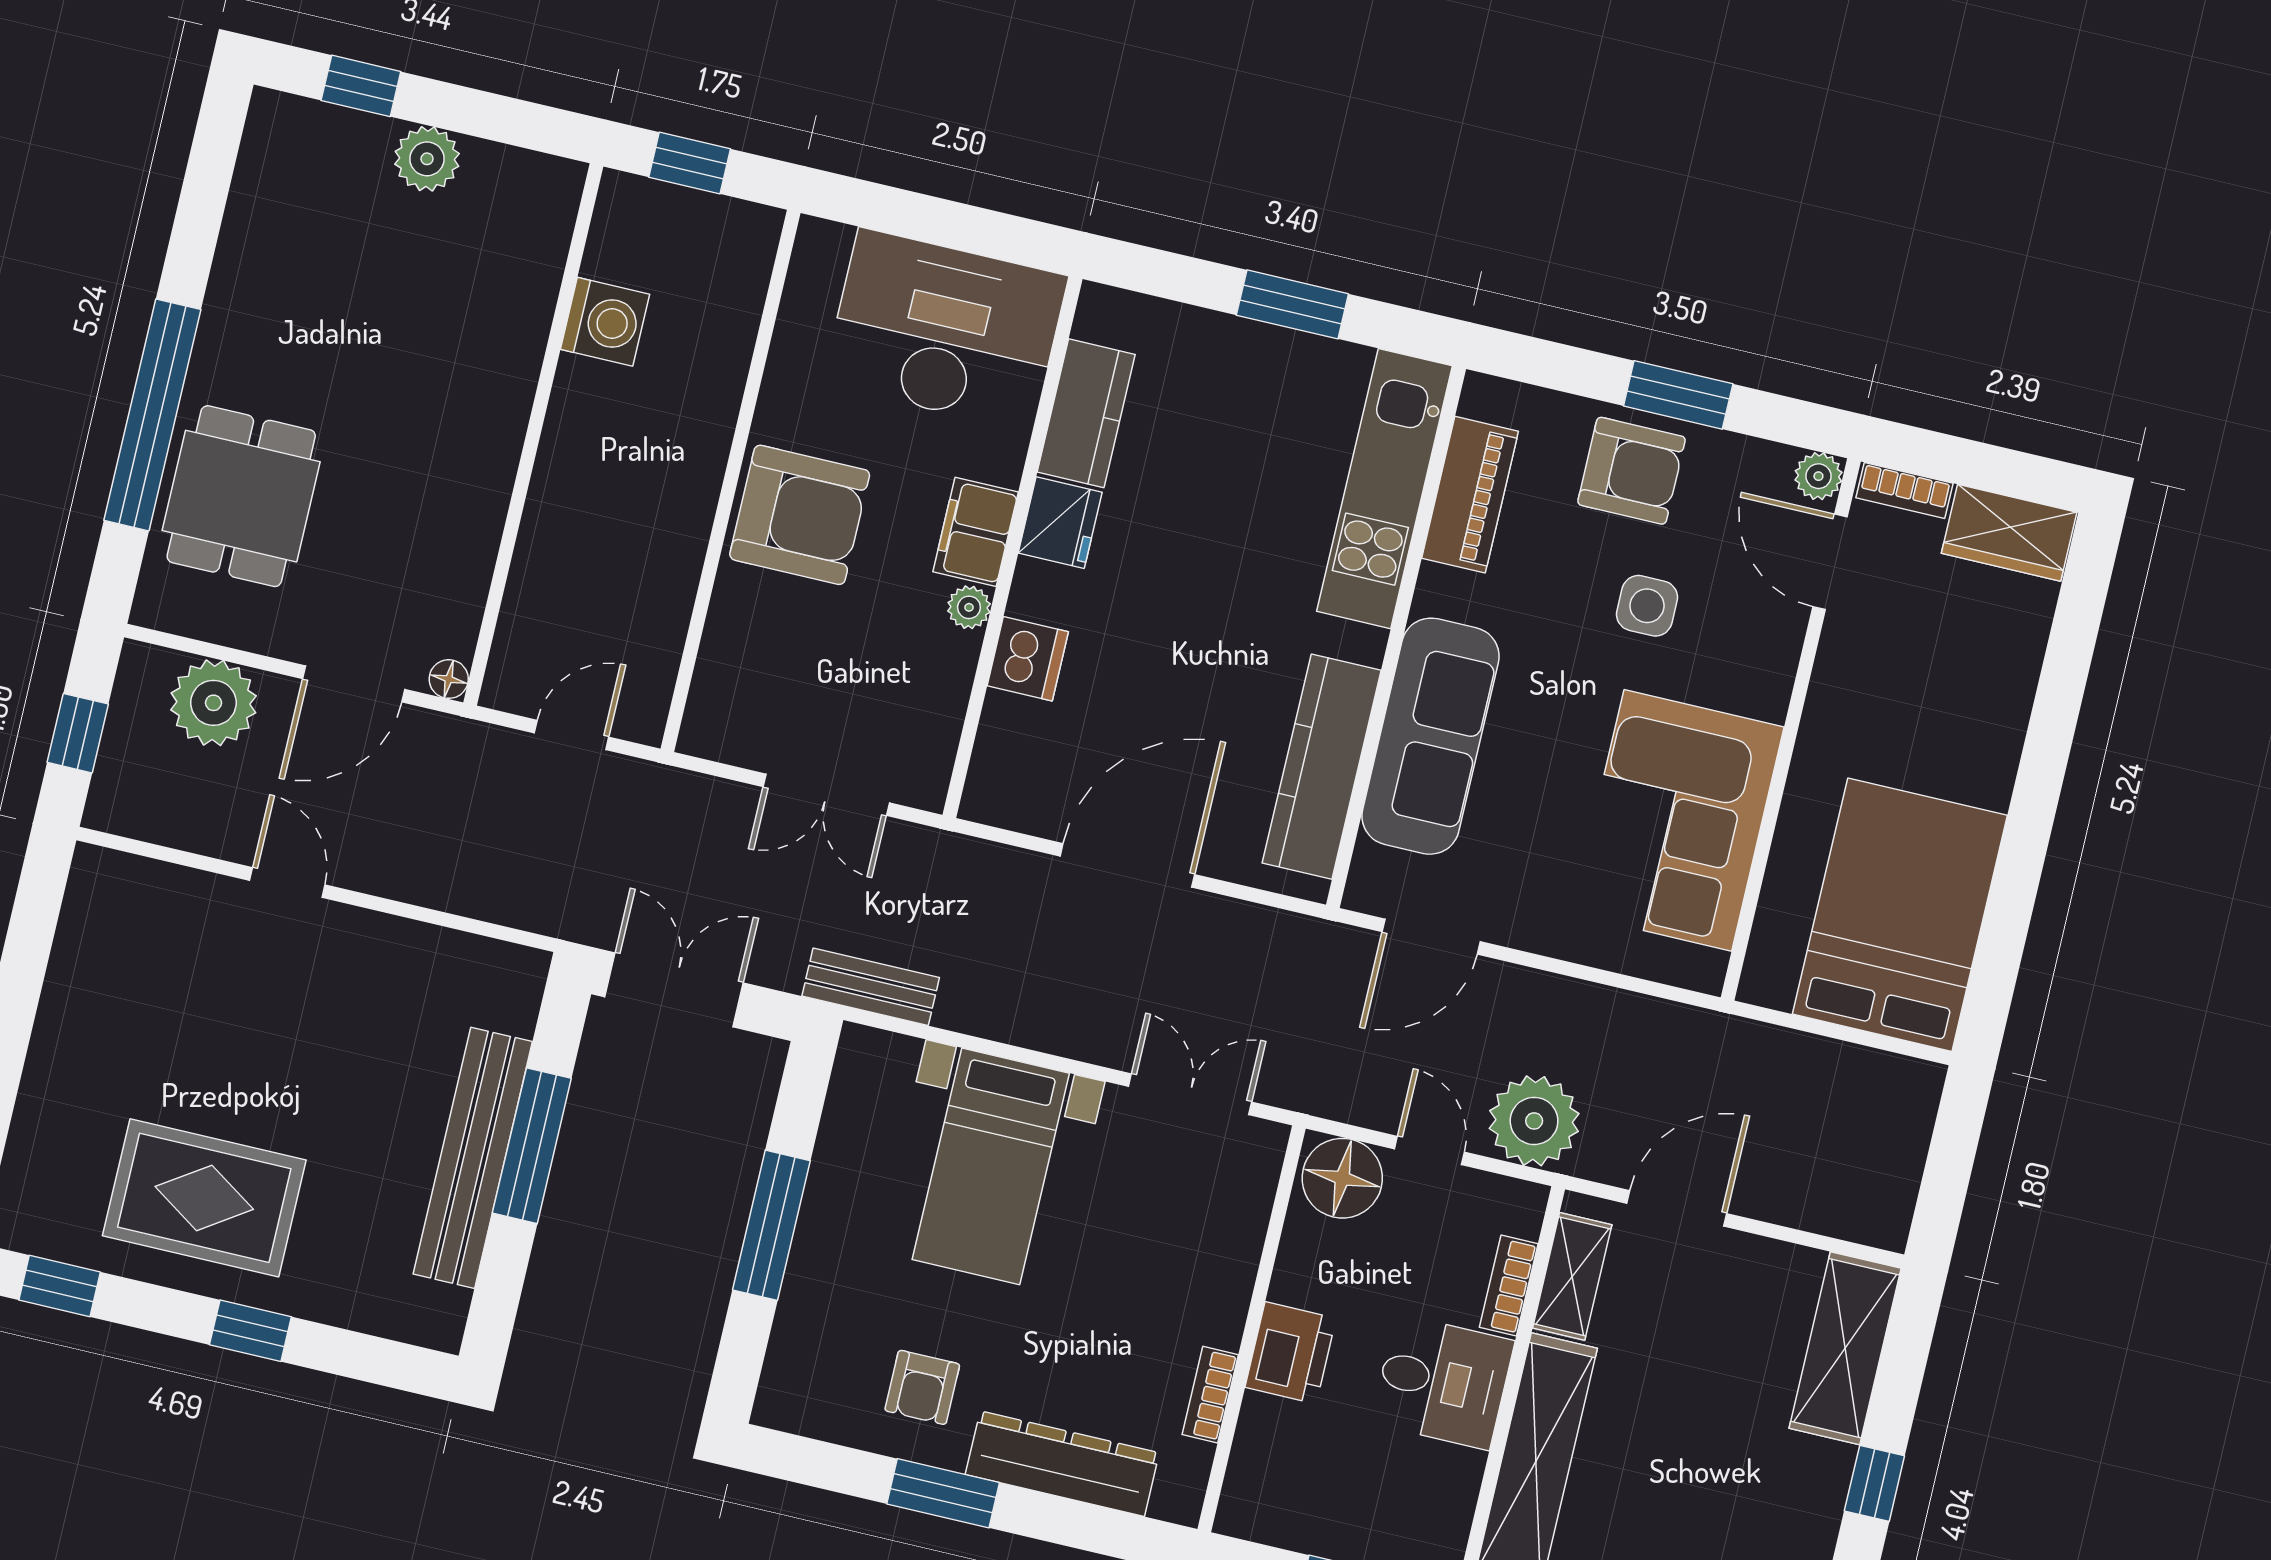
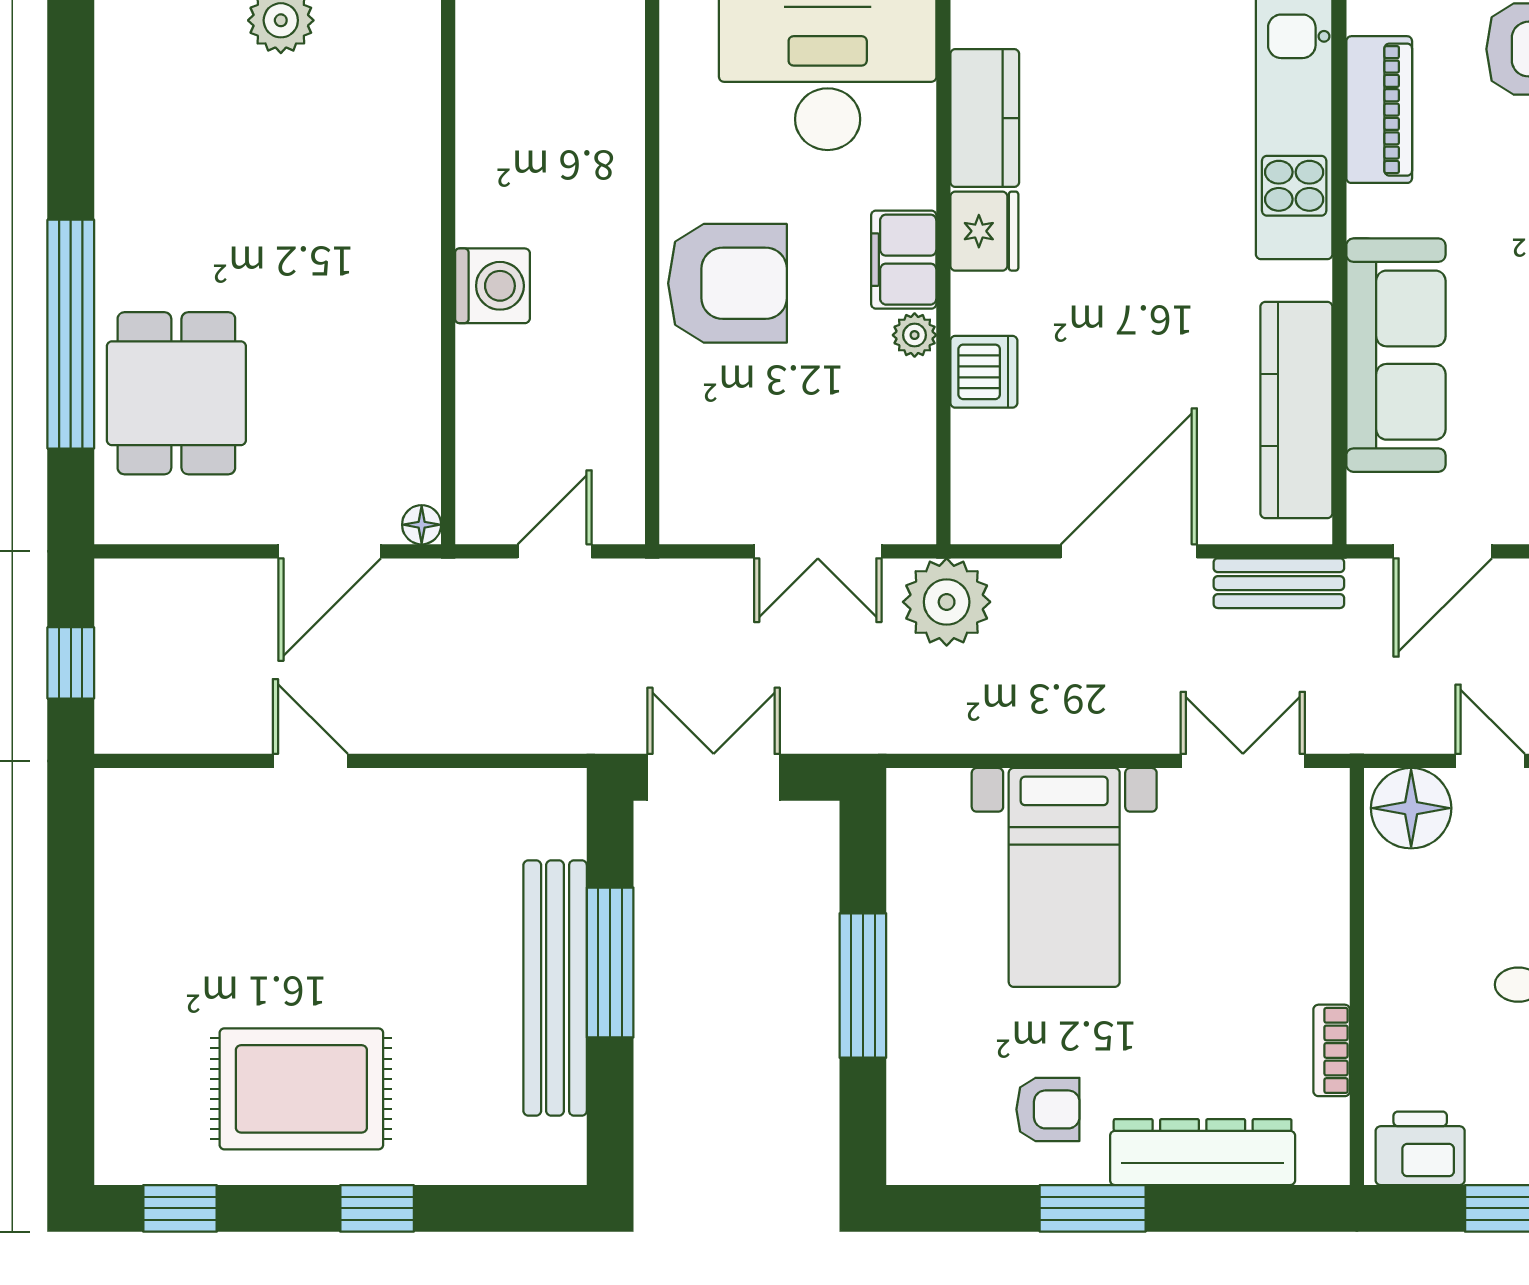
washing machine: (605, 322) -> (492, 286), moved
plant: (213, 703) -> (947, 602), moved
bench: (871, 987) -> (1279, 583), moved
printer: (1291, 1353) -> (1420, 1148), moved, turned -90
armchair: (922, 1387) -> (1048, 1109), turned -90

